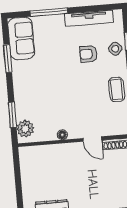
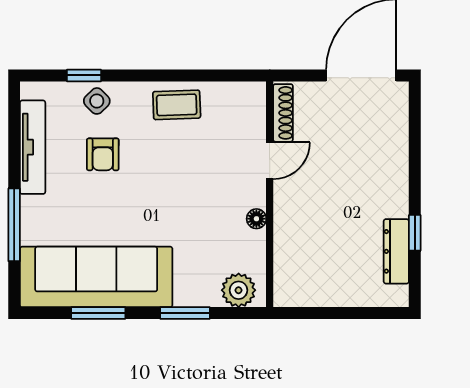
sofa: (21, 38) -> (96, 277), width x1.85, depth x1.27
window: (12, 115) -> (185, 313), moved

